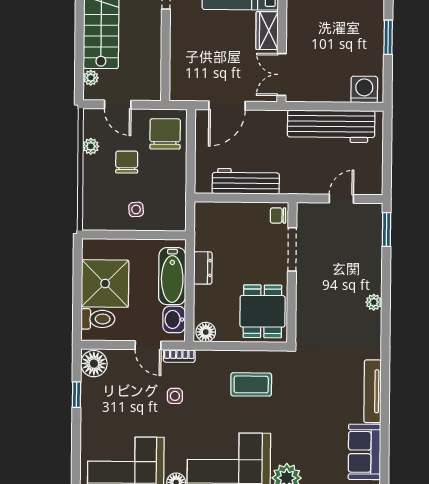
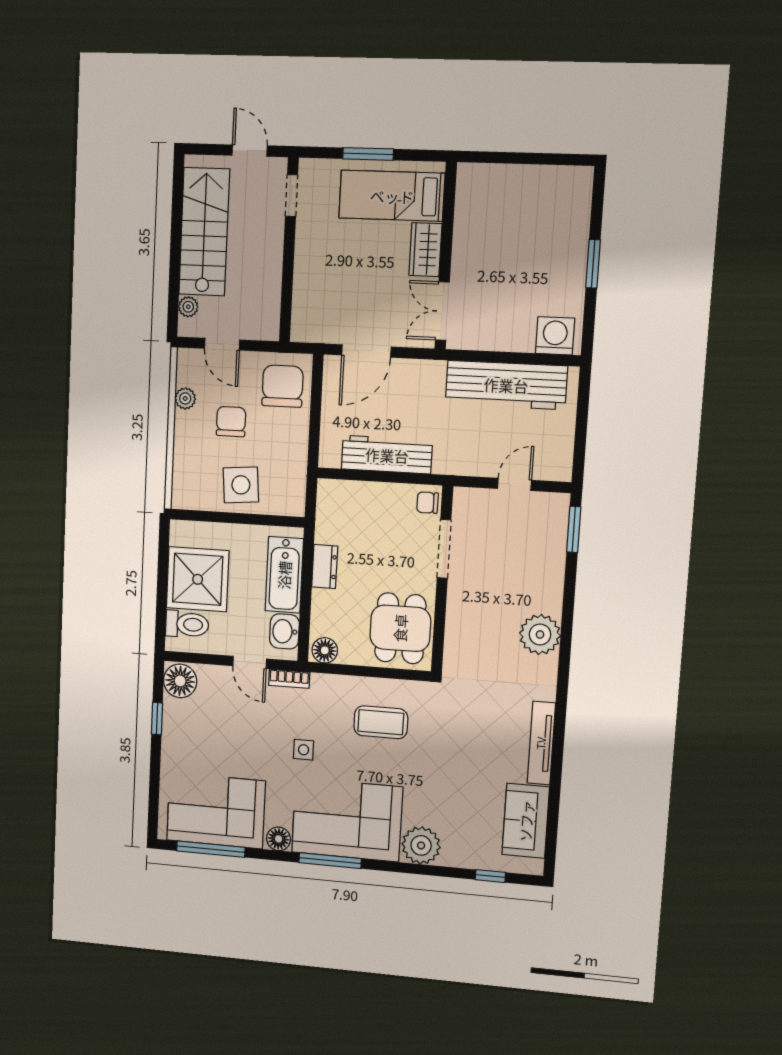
side table: (136, 209) -> (241, 485), width x1.87, depth x1.87
plant: (374, 302) -> (540, 634), width x1.88, depth x1.88
side table: (175, 396) -> (304, 750), moved

